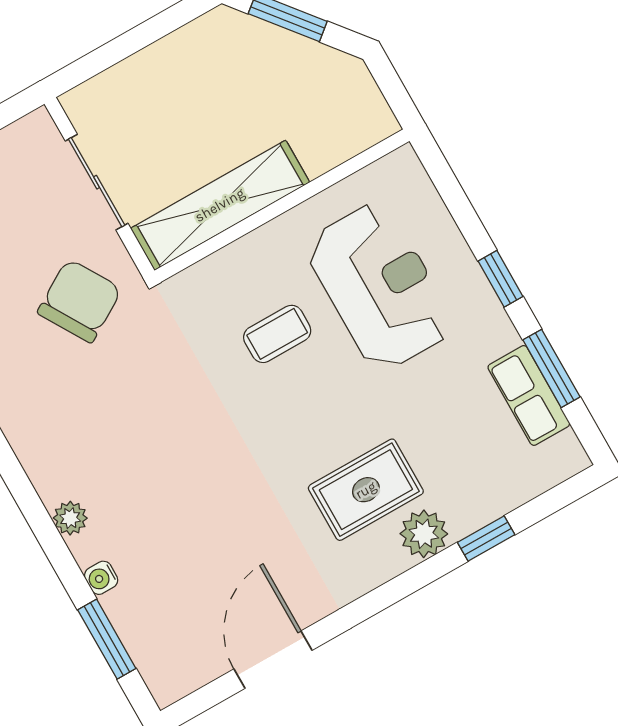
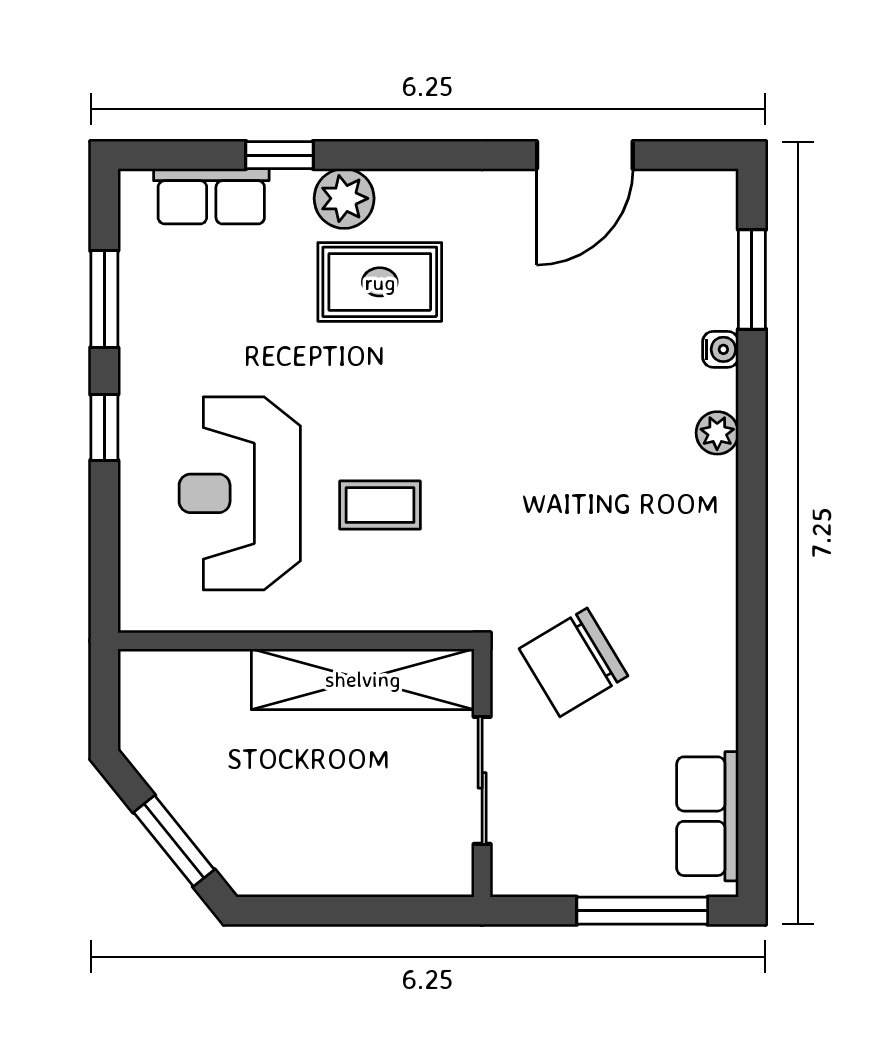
row of seats: (529, 395) -> (211, 196), moved, turned 90

